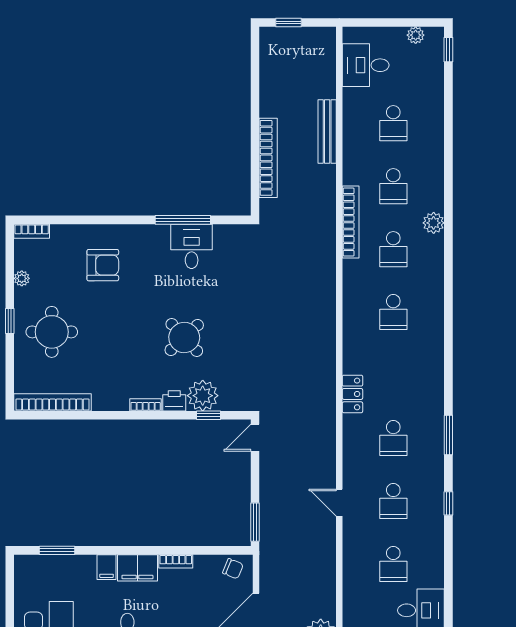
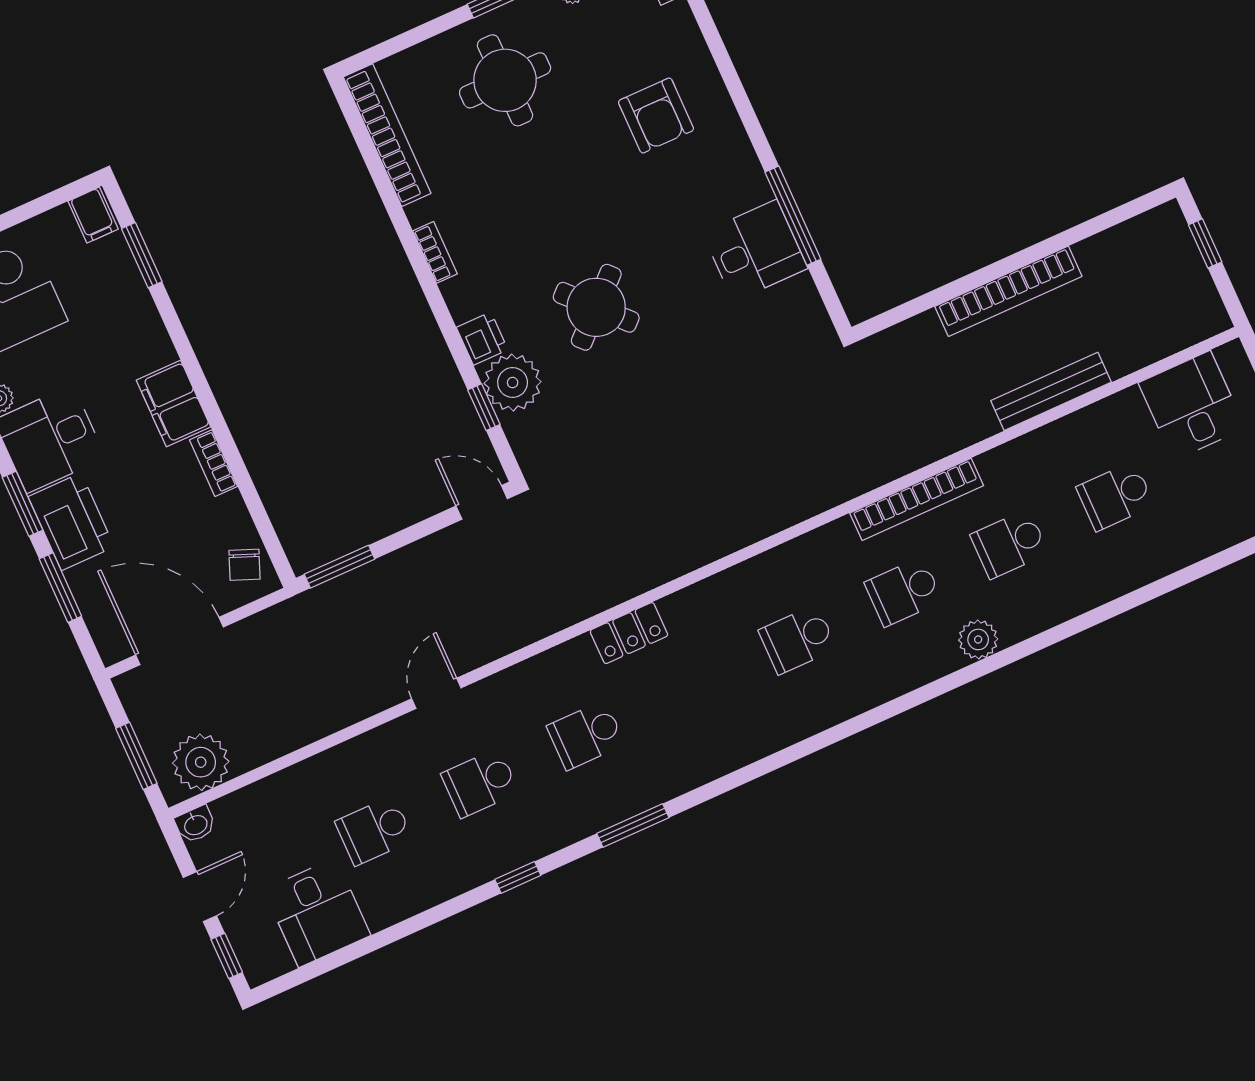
bookcase: (268, 158) -> (1008, 291), moved
bookcase: (146, 405) -> (435, 252), moved
filing cabinet: (107, 567) -> (93, 215), moved, turned -90

